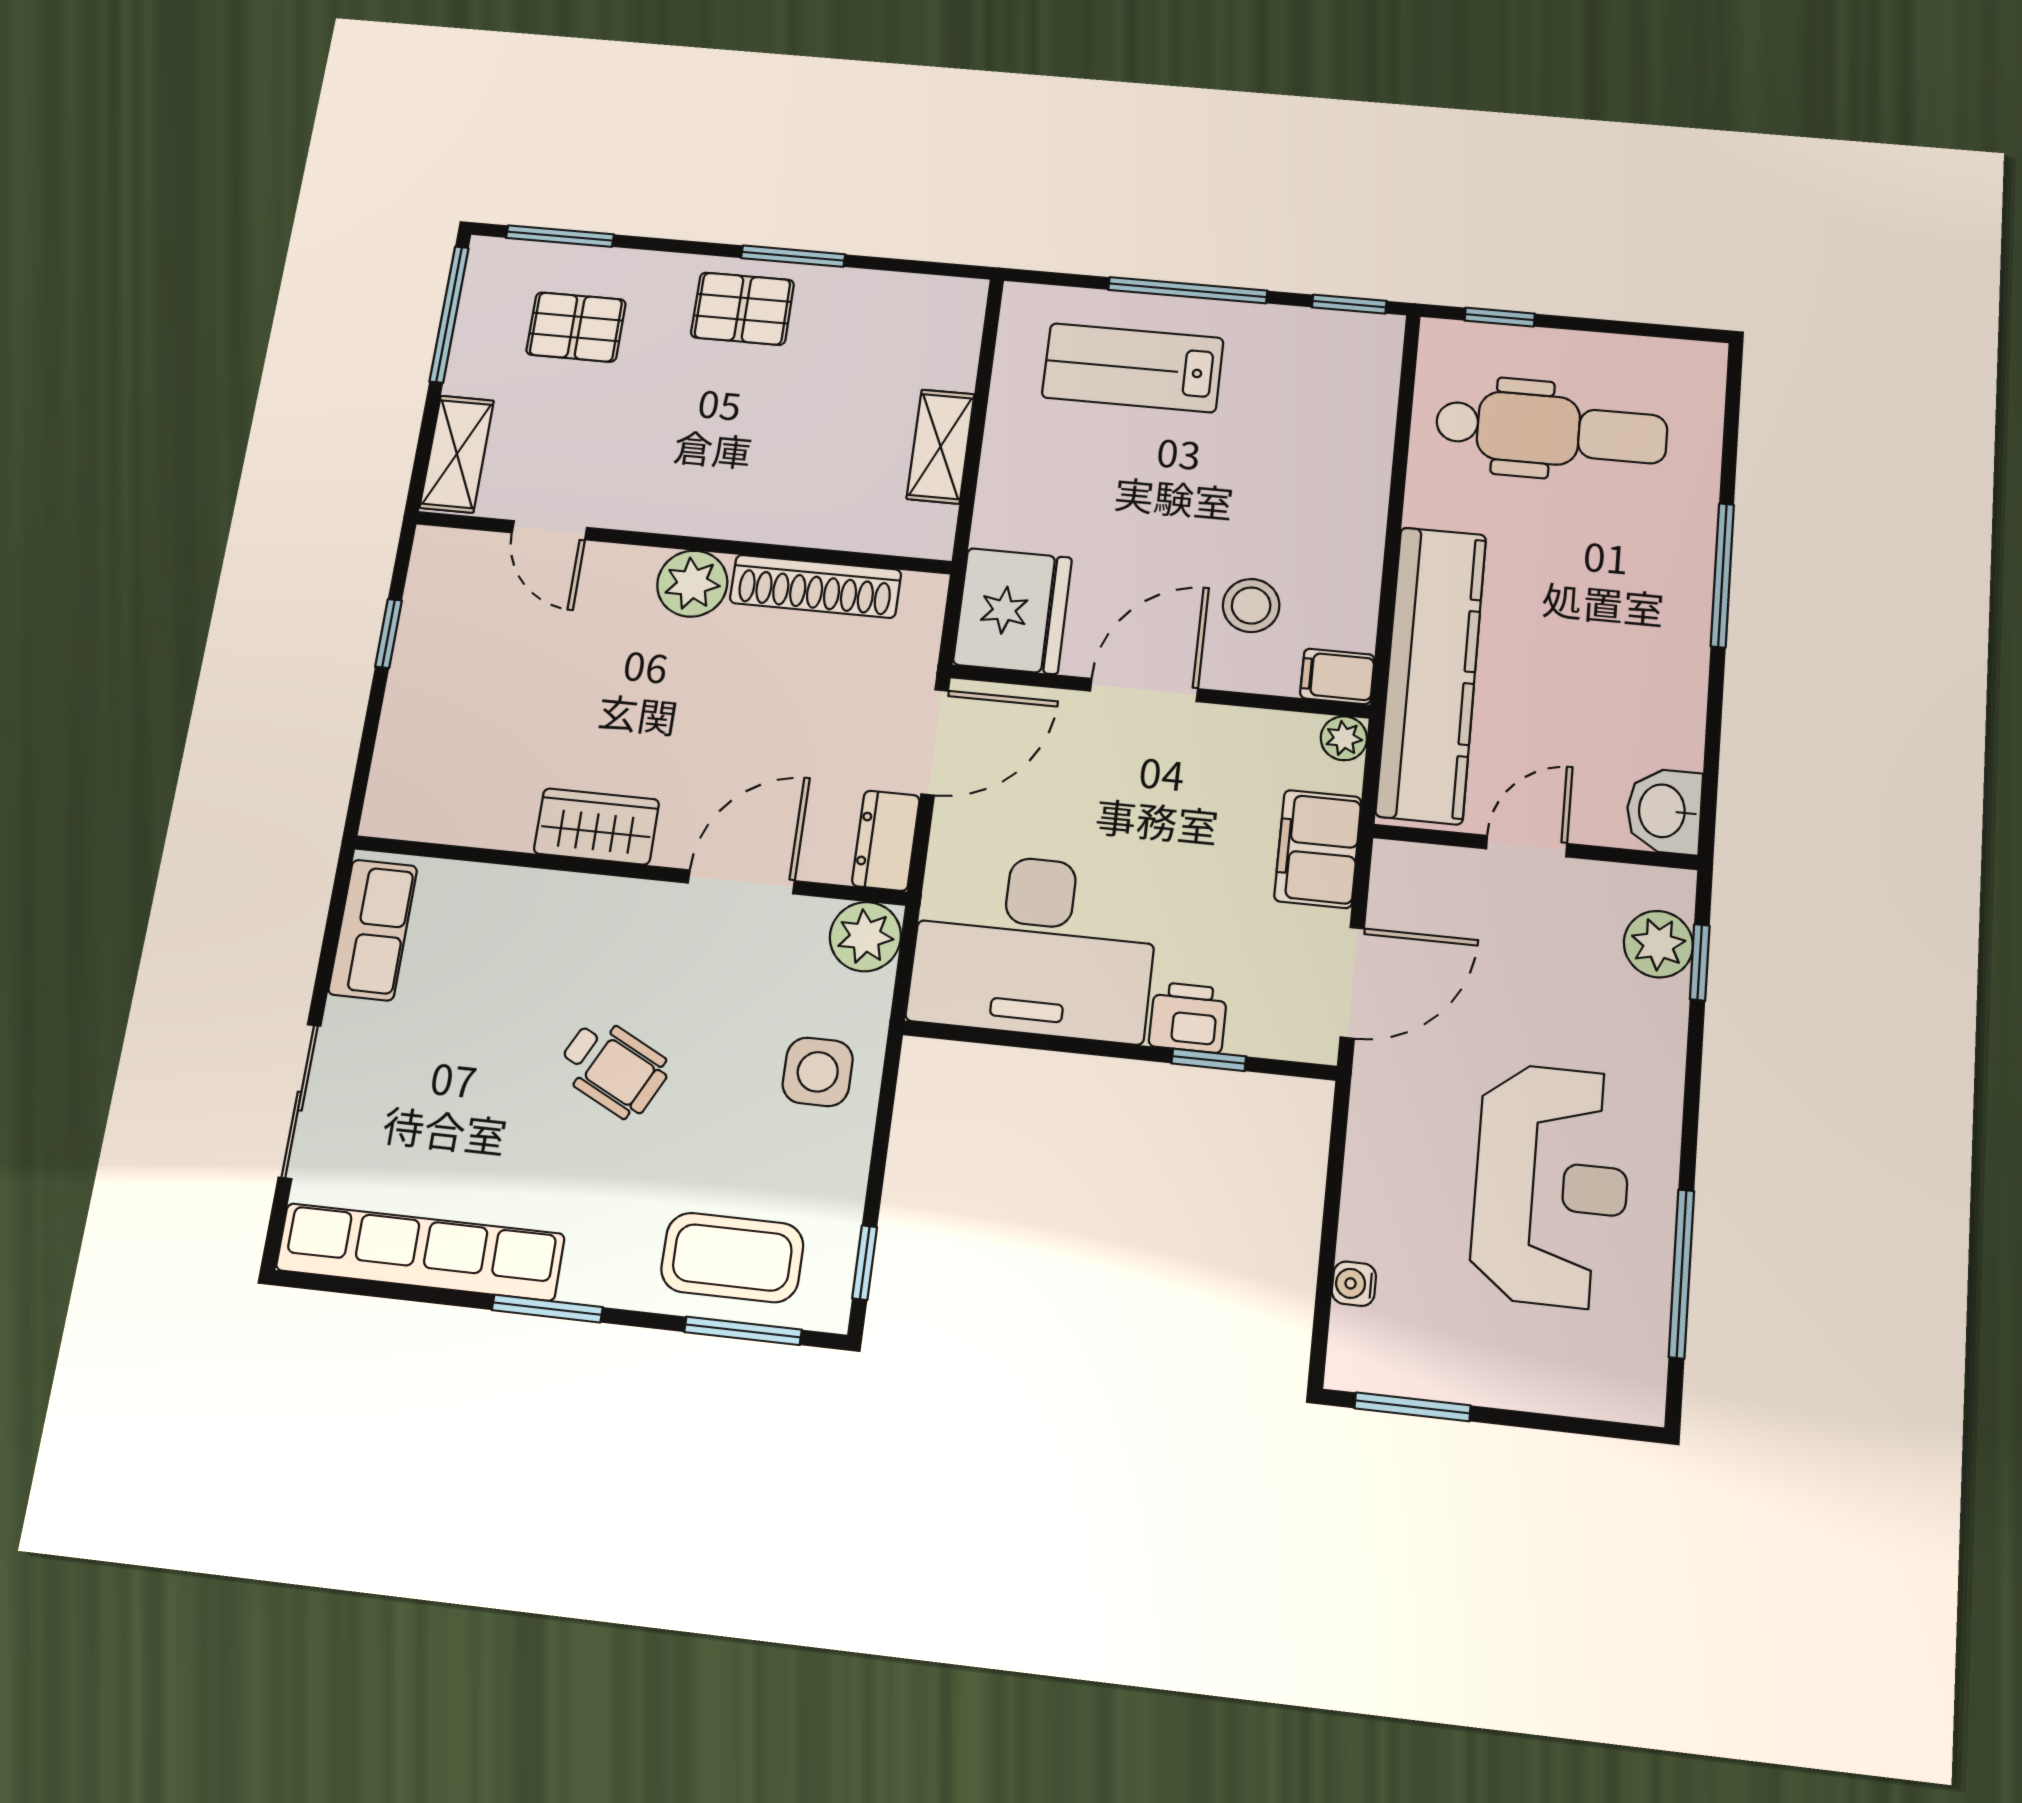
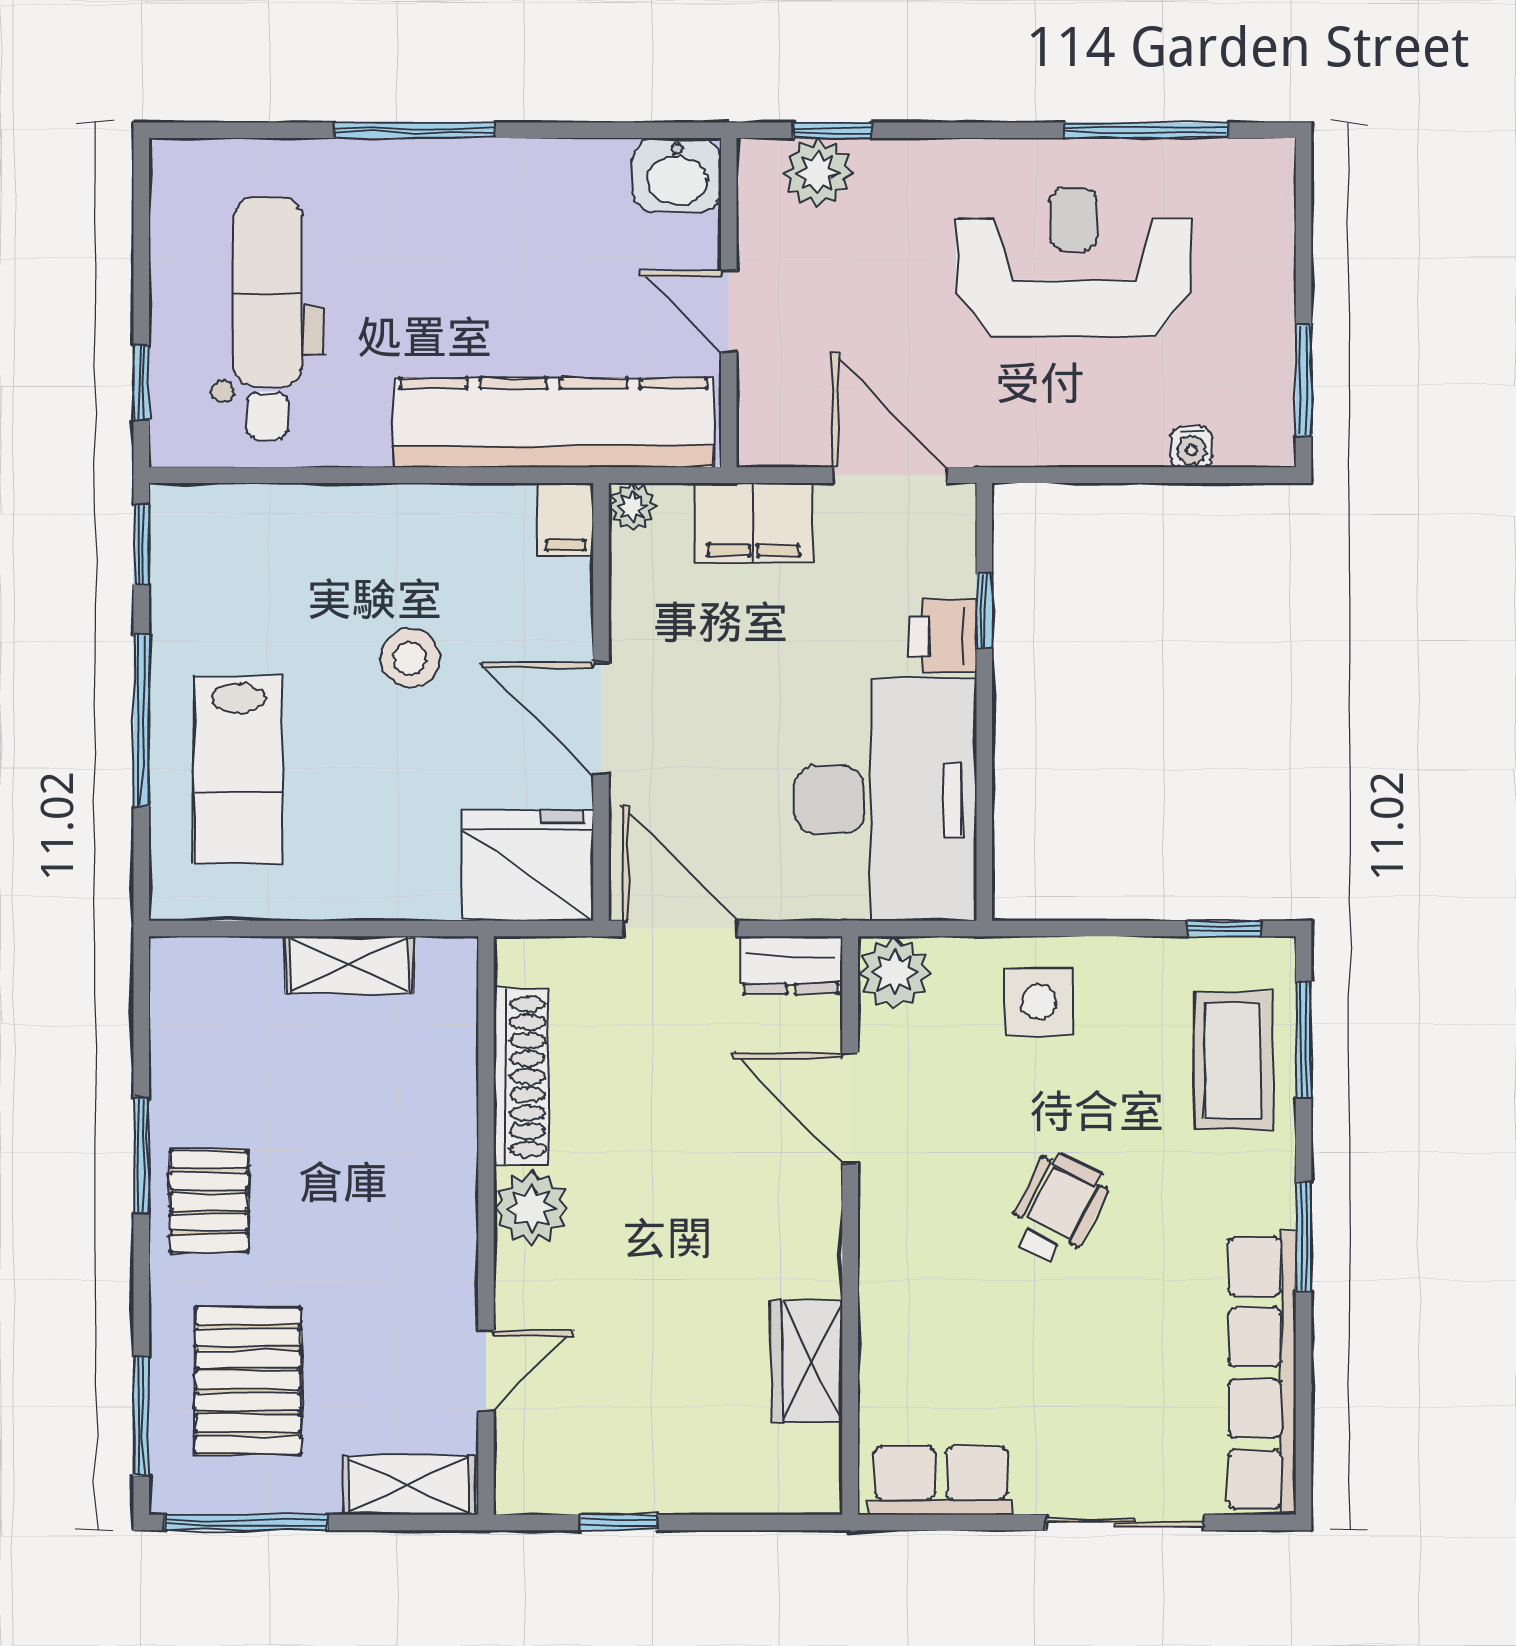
pallet: (576, 327) -> (248, 1380), width x1.50, depth x1.42
stool: (1251, 606) -> (410, 658), moved
wardrobe: (596, 826) -> (807, 1361), moved

